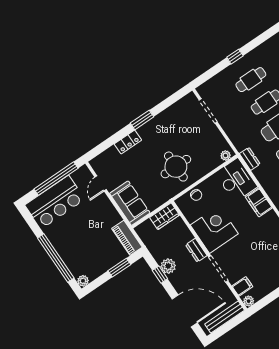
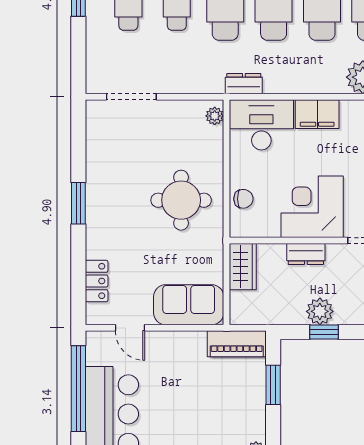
locker: (128, 142) -> (97, 281), moved
dresser: (196, 250) -> (306, 254), moved

